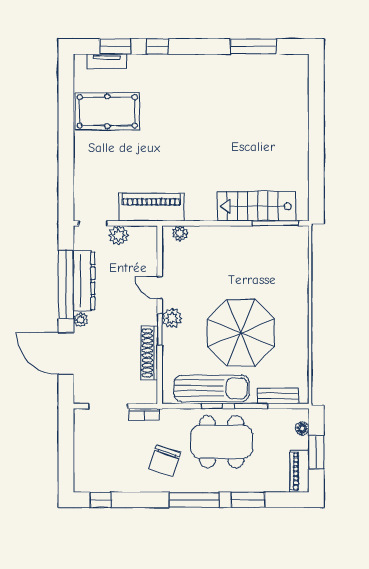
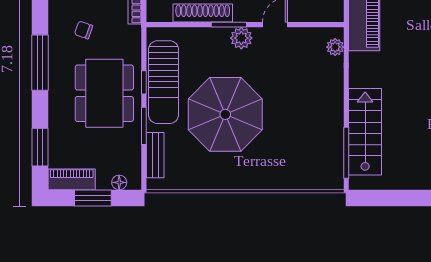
chair: (165, 461) -> (84, 30), width x0.54, depth x0.54
window: (248, 500) -> (40, 147), moved

